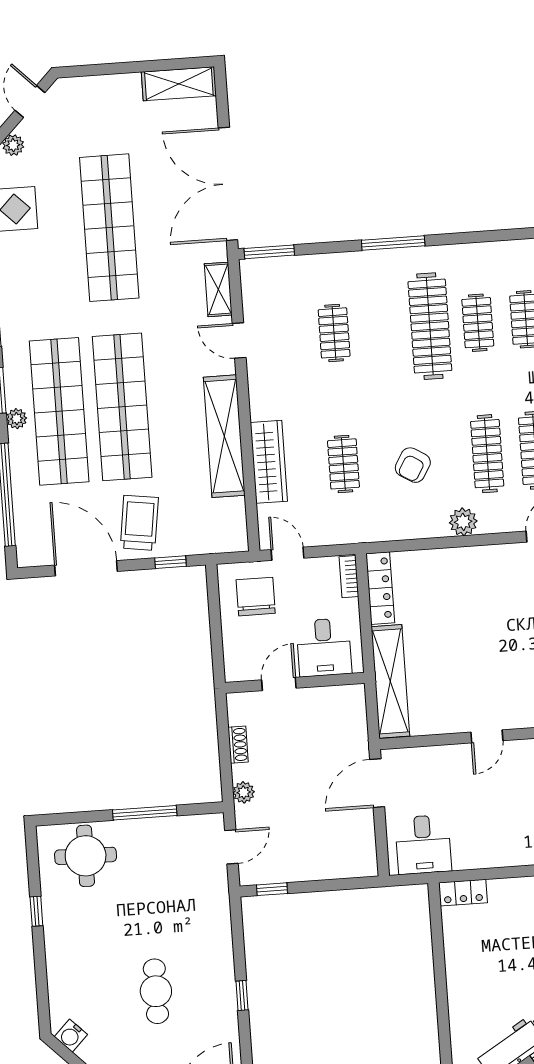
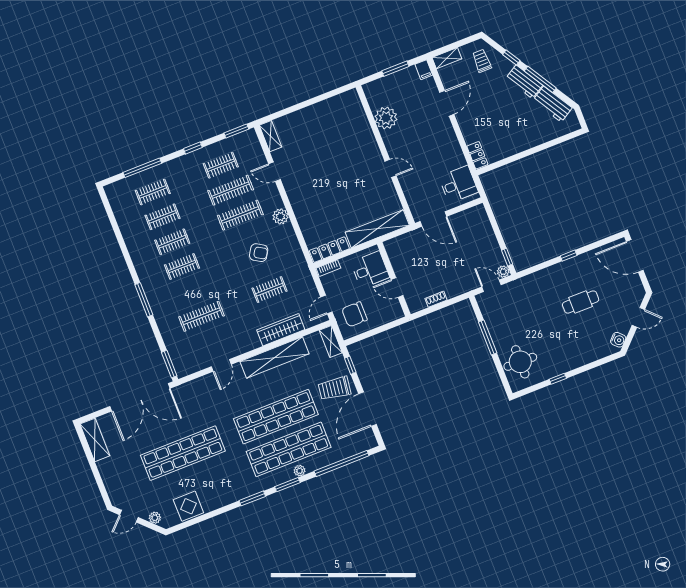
shelving: (218, 289) -> (331, 342), moved, turned 90
clothes rail: (430, 326) -> (182, 267), width x0.54, depth x0.76
clothes rail: (334, 333) -> (201, 316), width x1.36
plant: (244, 792) -> (503, 272), moved

